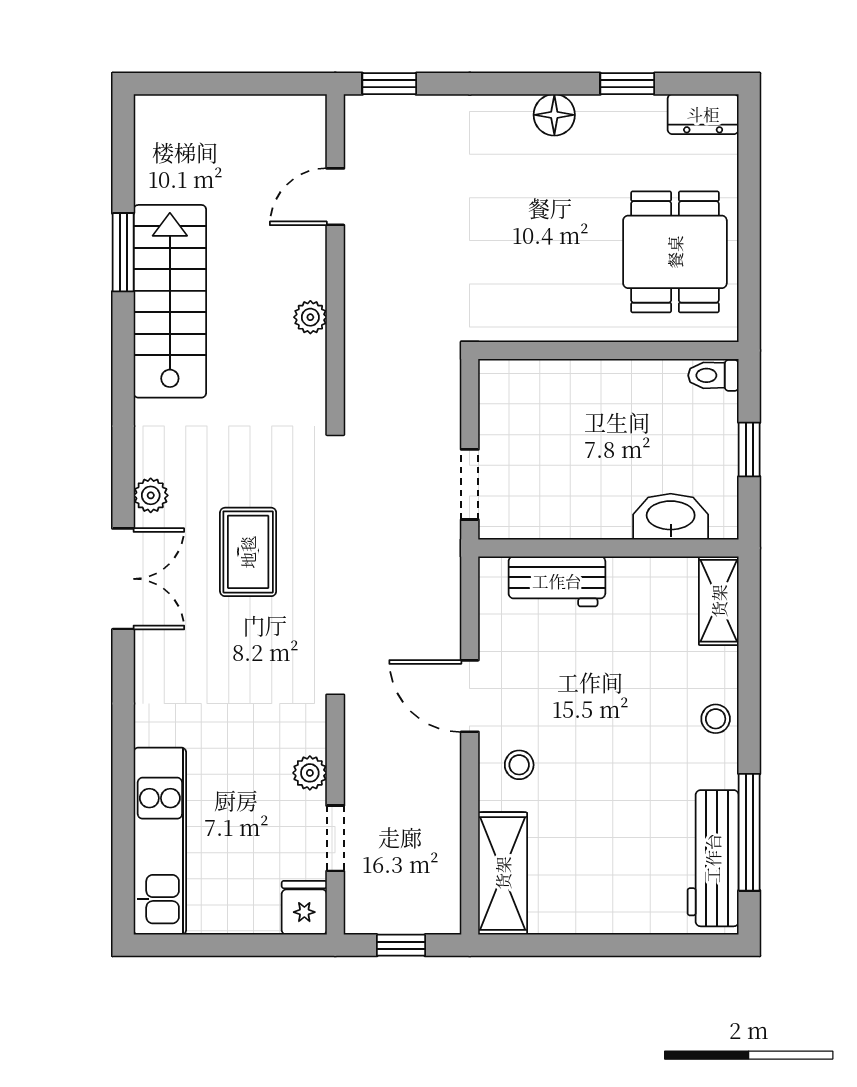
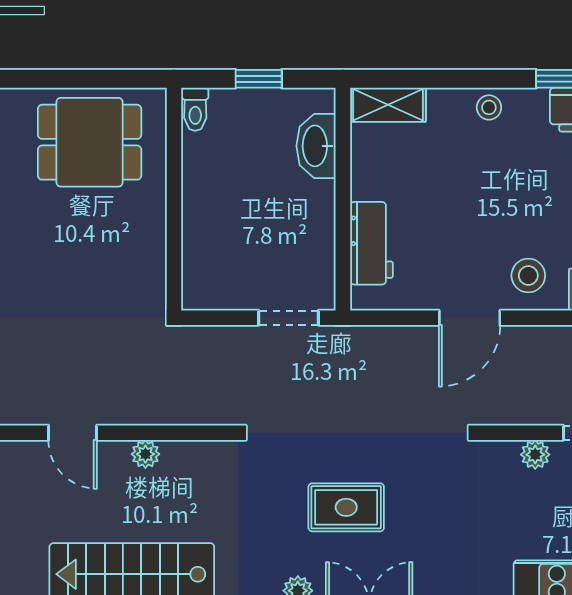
door: (335, 197) -> (73, 433), moved
stool: (519, 765) -> (528, 275), width x1.37, depth x1.37

